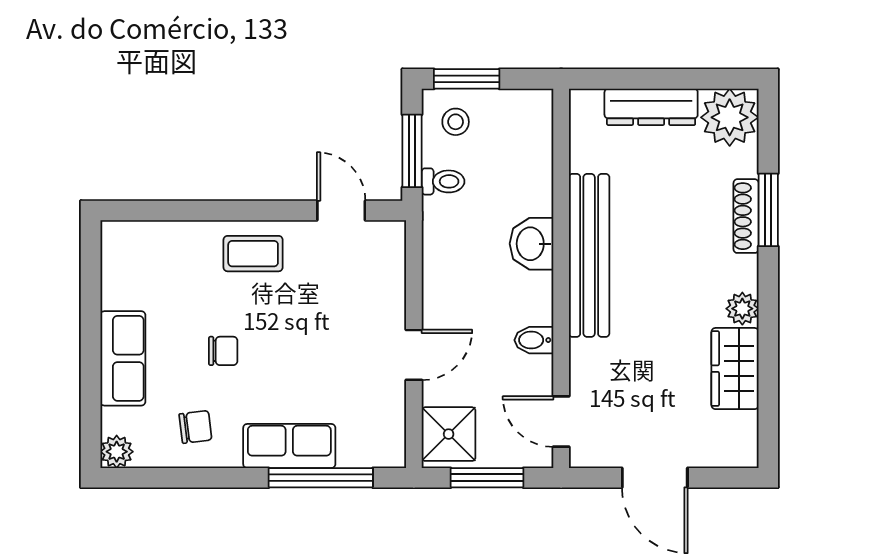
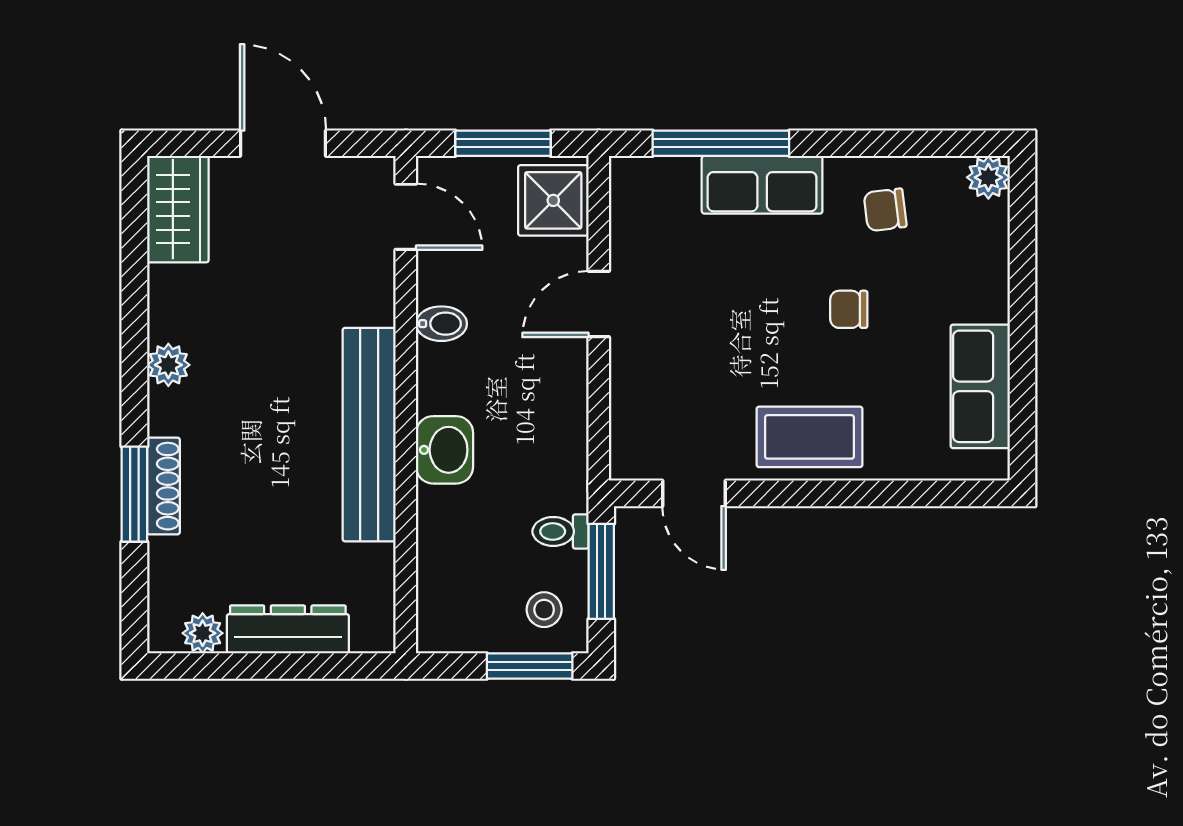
plant: (730, 117) -> (203, 633), width x0.53, depth x0.53
coffee table: (253, 254) -> (810, 437), width x1.36, depth x1.30
row of seats: (123, 358) -> (980, 386), moved
wardrobe: (735, 369) -> (178, 209), moved

